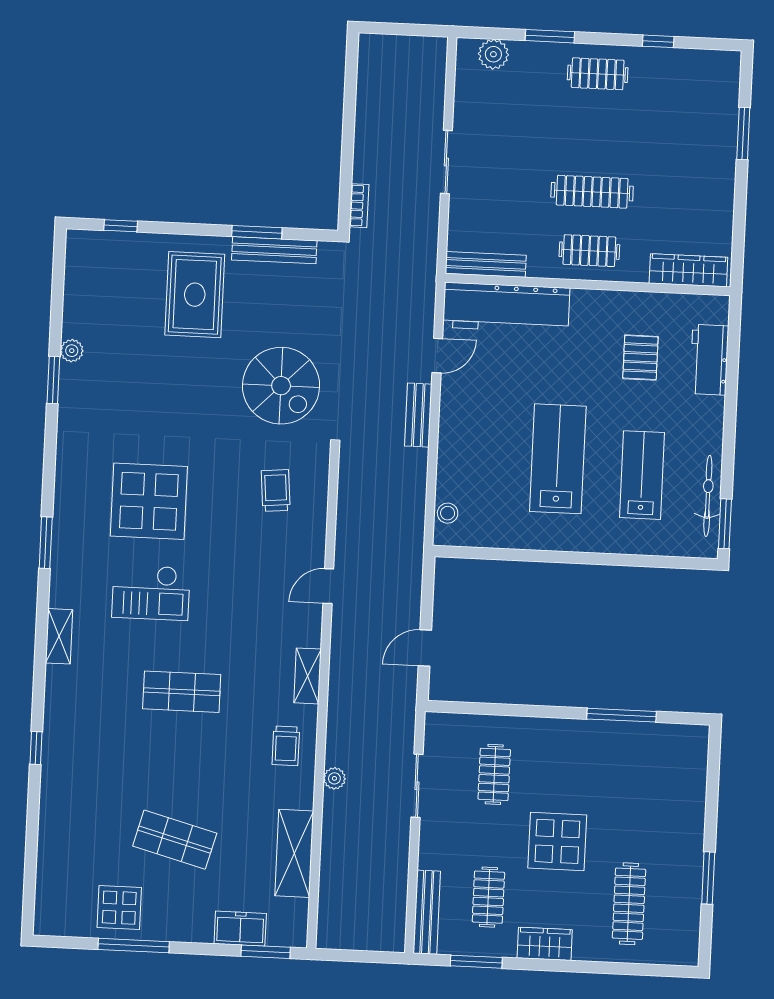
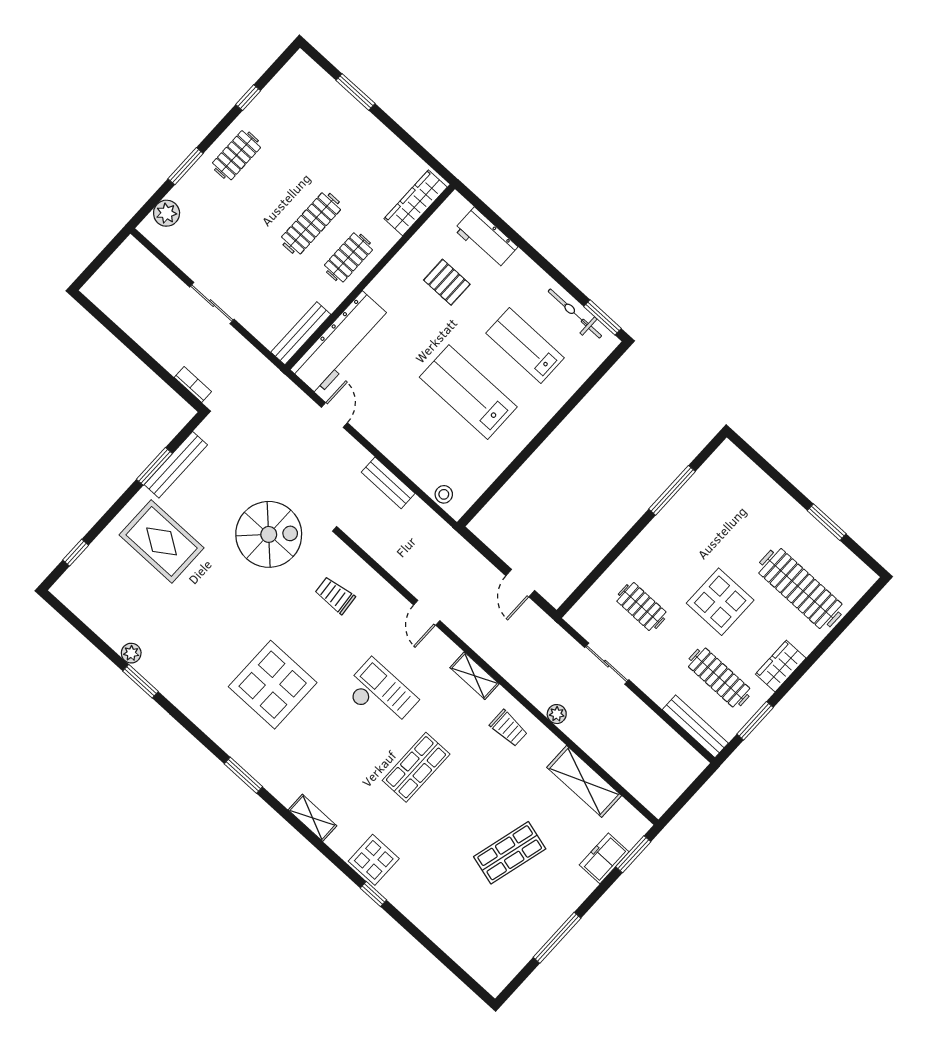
bench: (418, 415) -> (388, 483), moved
checkout: (151, 592) -> (380, 695), moved, turned -90
clothes rail: (488, 897) -> (719, 678), width x1.36
clothes rail: (629, 904) -> (800, 589), width x1.37, depth x1.31
display table: (119, 908) -> (374, 860), moved

